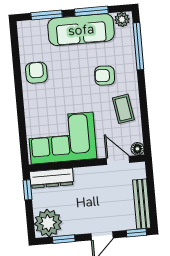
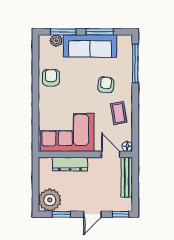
plant: (122, 19) -> (56, 41), moved
armchair: (105, 76) -> (106, 85), turned 93
dresser: (52, 178) -> (70, 164), moved
window: (28, 190) -> (35, 172), removed
bench: (142, 204) -> (127, 177), moved

